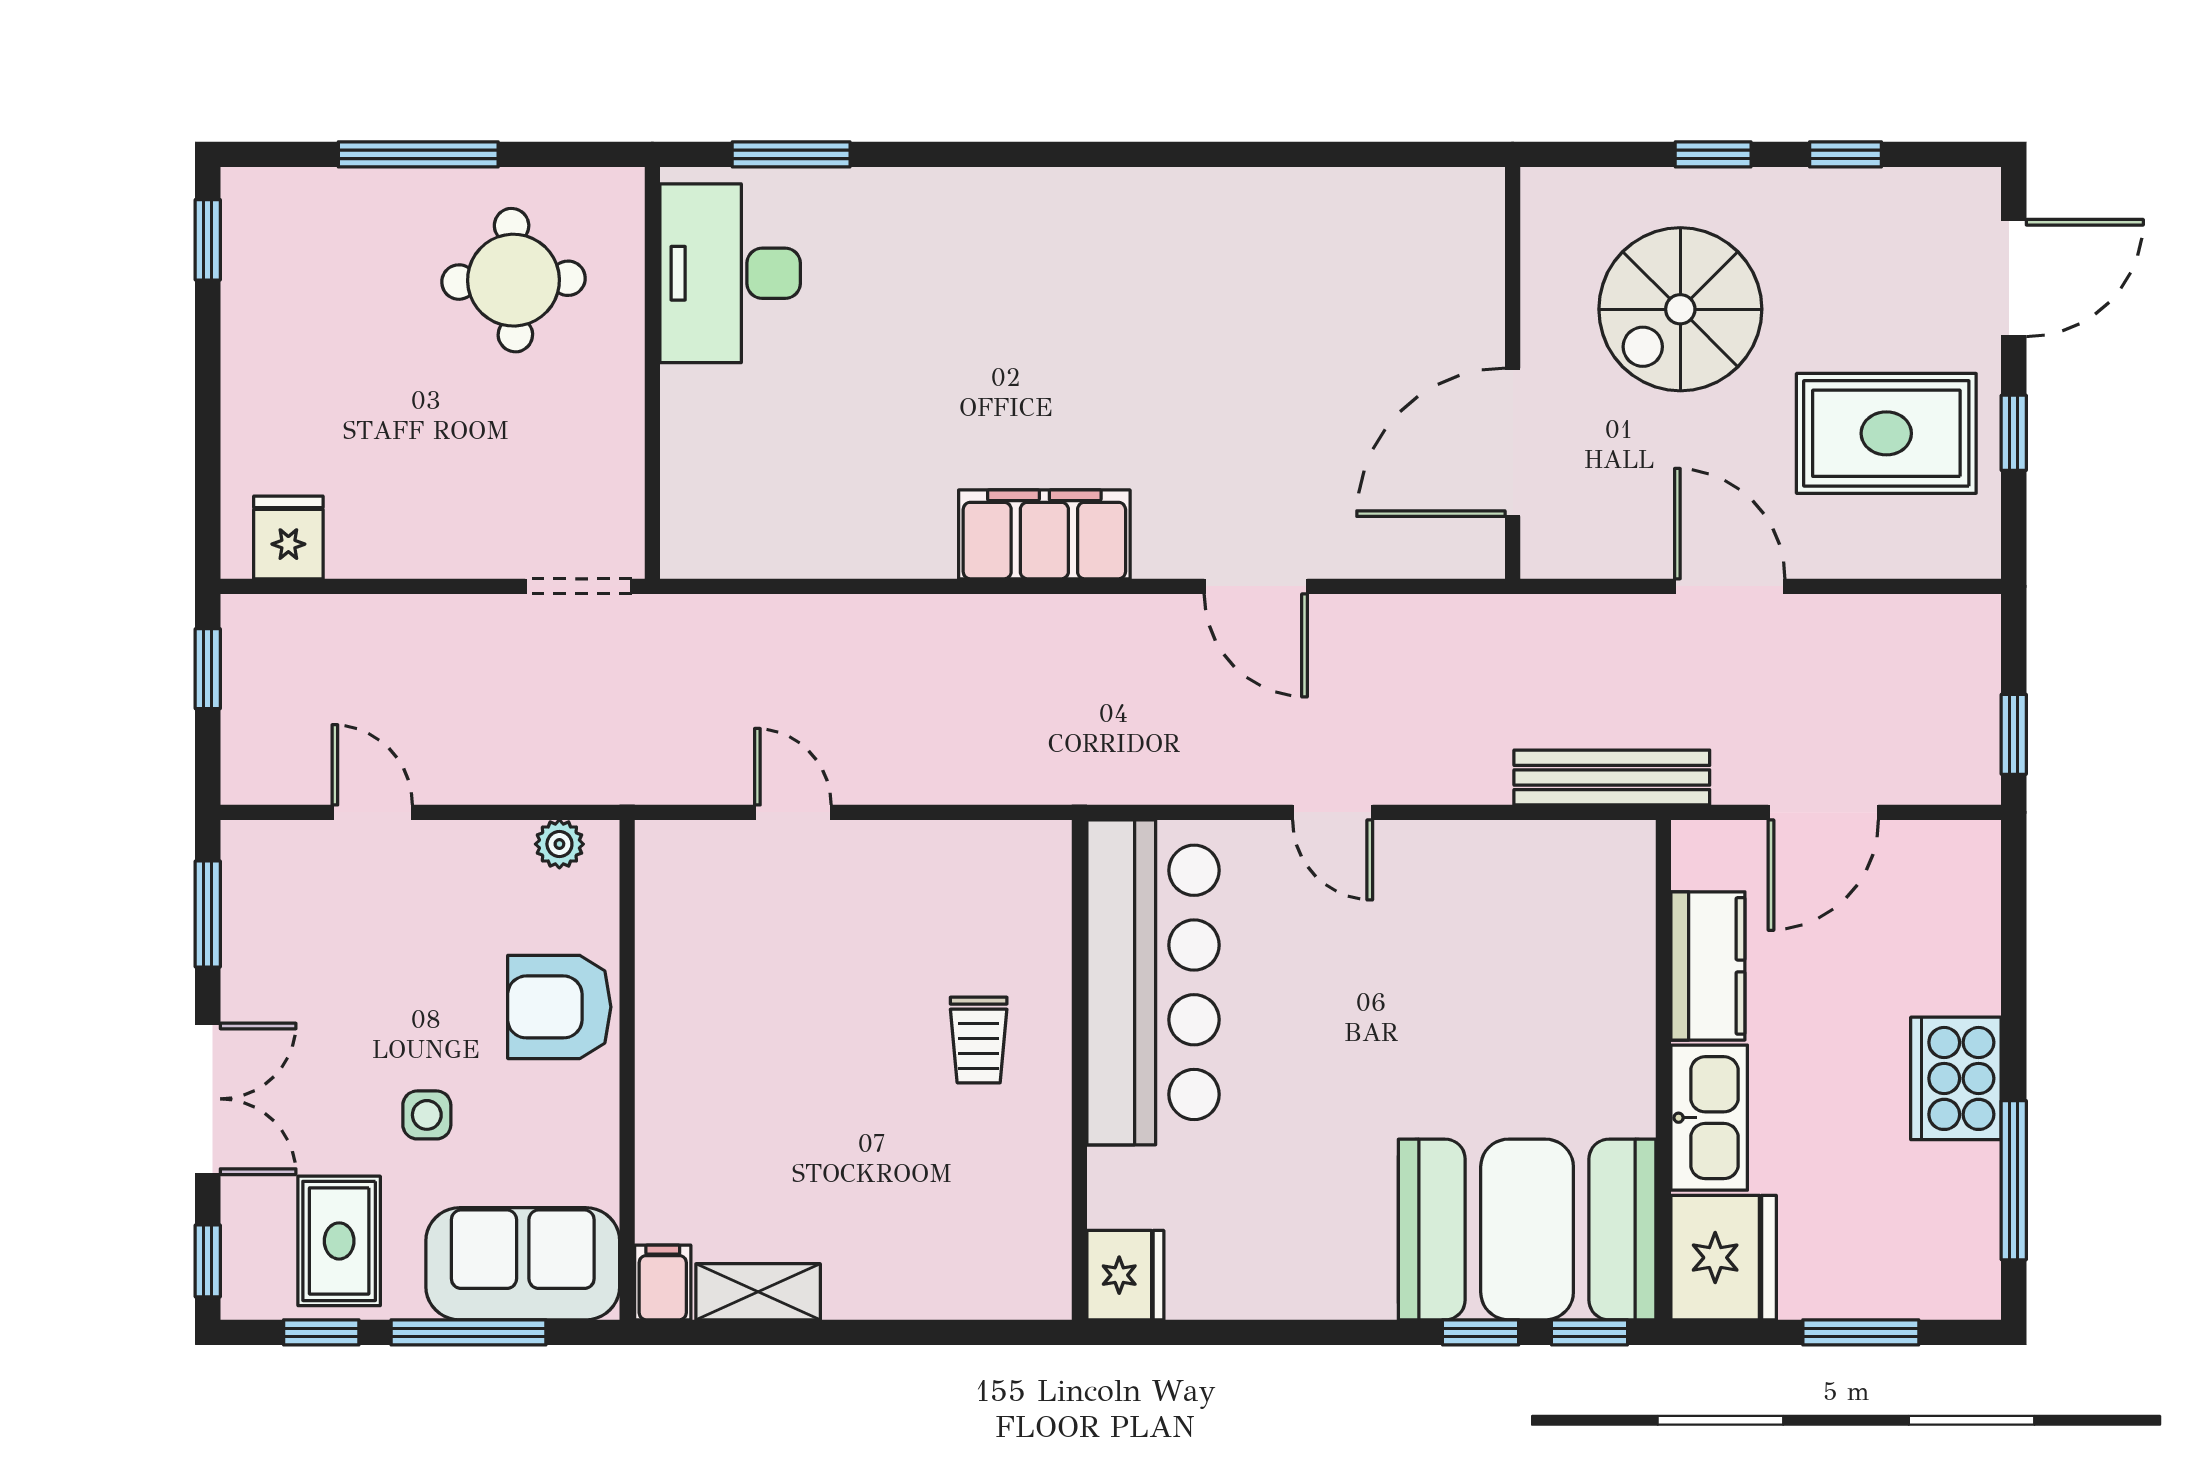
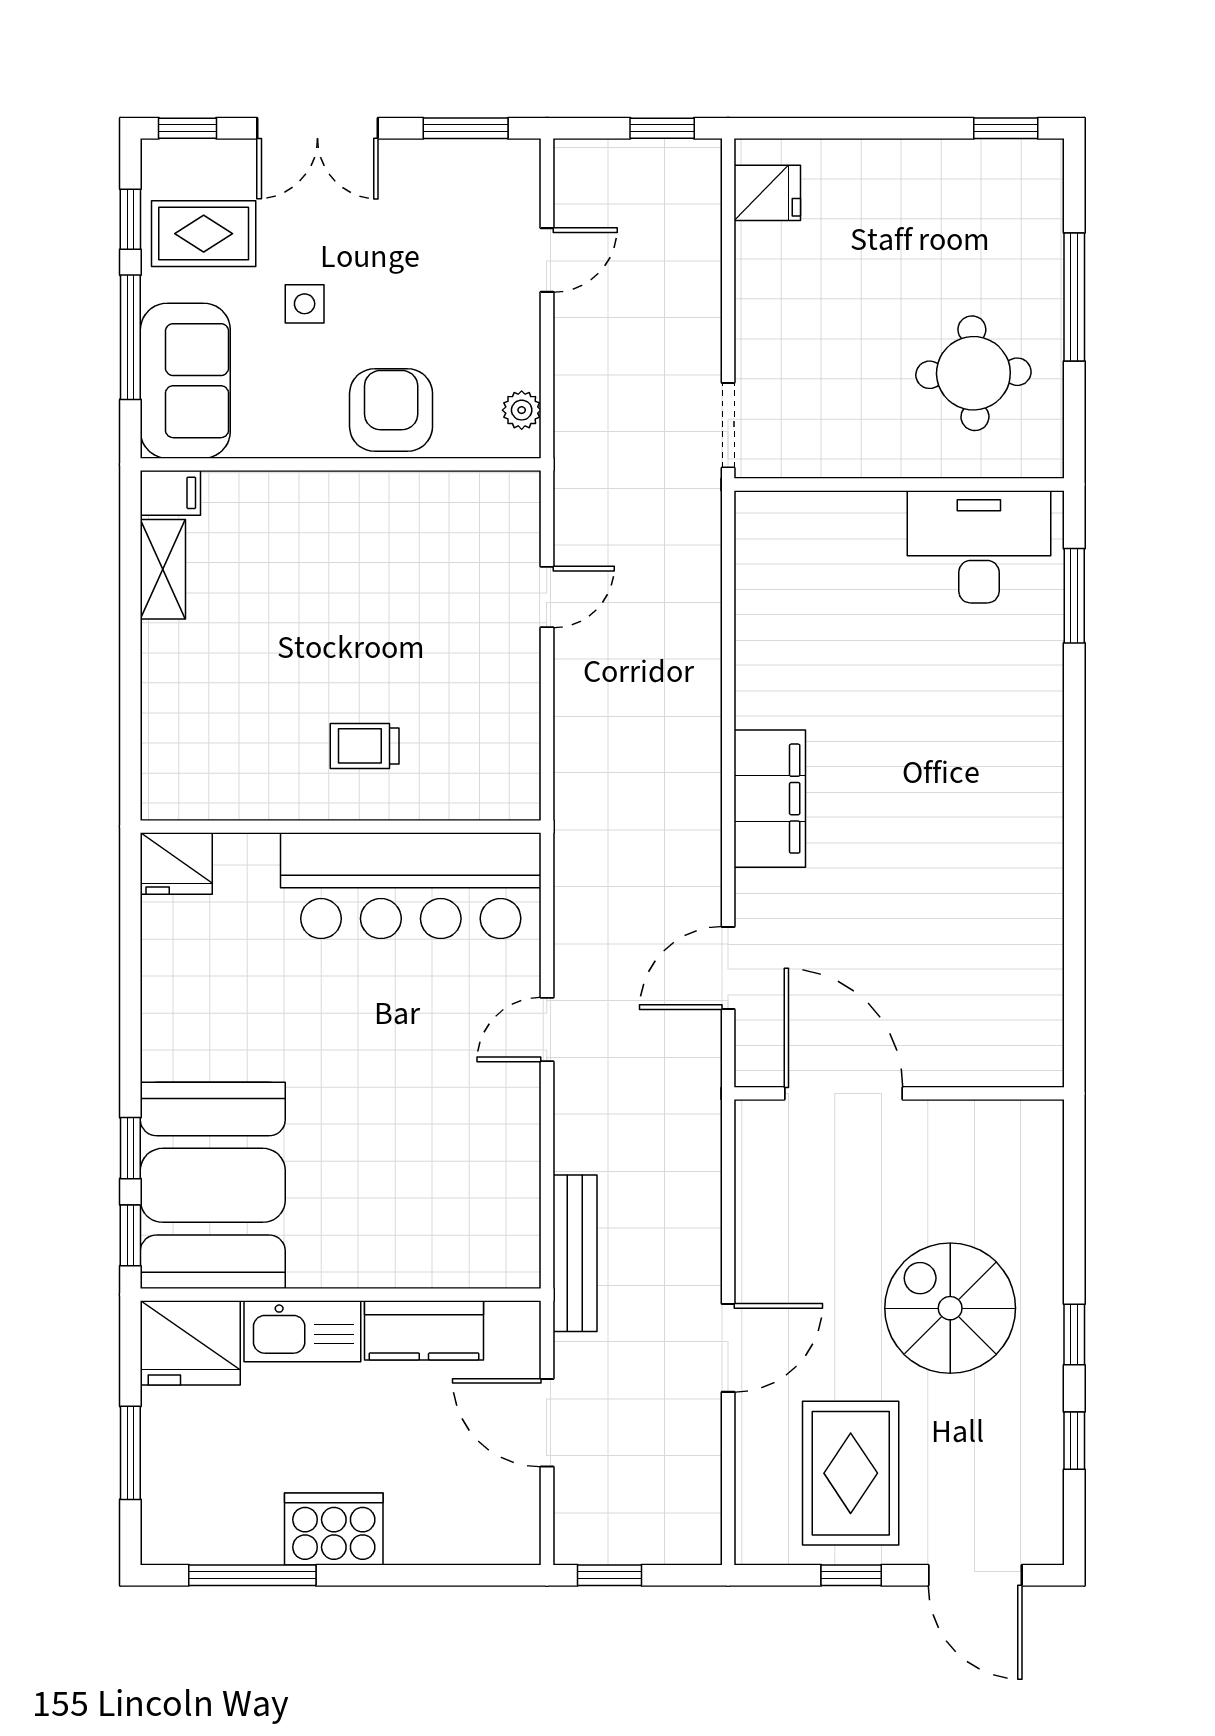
wall: (1513, 373) -> (899, 1093), moved
door: (1513, 442) -> (844, 1093), moved

